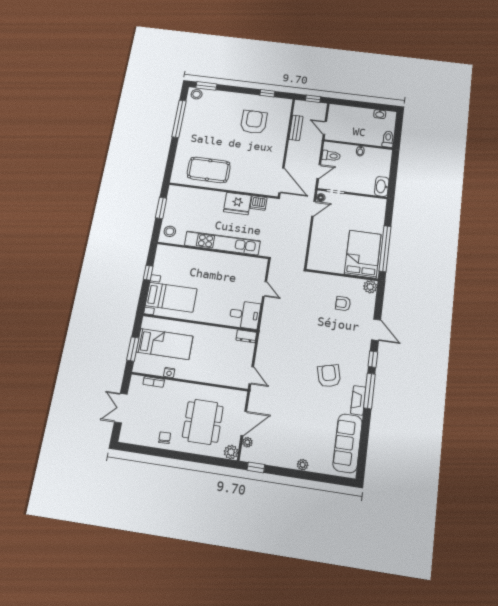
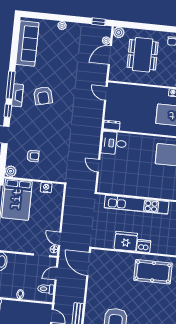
dishwasher: (259, 203) -> (144, 246), moved
door: (314, 209) -> (60, 239), hinge flipped
nightstand: (328, 266) -> (46, 188), added
fireplace: (358, 400) -> (17, 95), moved

